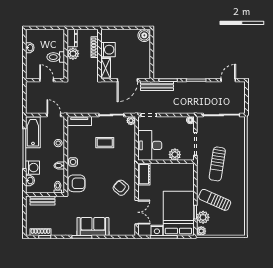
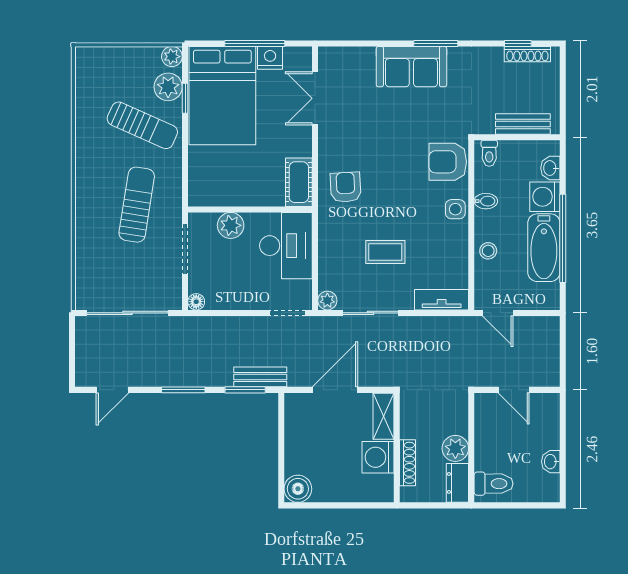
toilet: (56, 57) -> (494, 484), moved
bench: (157, 86) -> (260, 377), width x0.73
bathtub: (33, 132) -> (544, 248), moved
armchair: (121, 188) -> (346, 187), moved, turned -134

